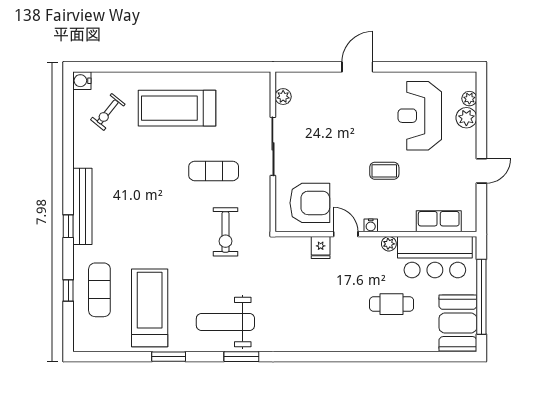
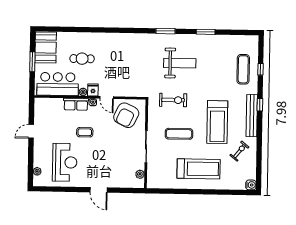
door: (357, 67) -> (99, 190), hinge flipped
exercise bike: (108, 112) -> (239, 151), moved
plant: (466, 118) -> (39, 161), removed
armchair: (310, 203) -> (126, 115), turned -64
row of seats: (439, 221) -> (76, 104), moved
exercise bike: (226, 232) -> (173, 100), turned 90
fridge: (321, 248) -> (93, 90), moved
window: (481, 297) -> (32, 62), width x0.47
treadmill: (150, 308) -> (217, 122), moved
weight bench: (225, 322) -> (180, 63), moved

